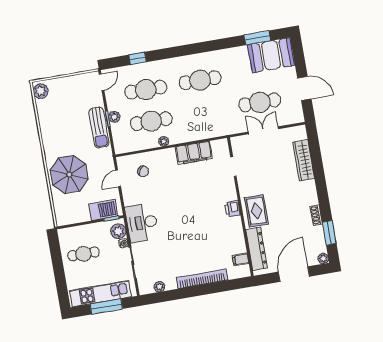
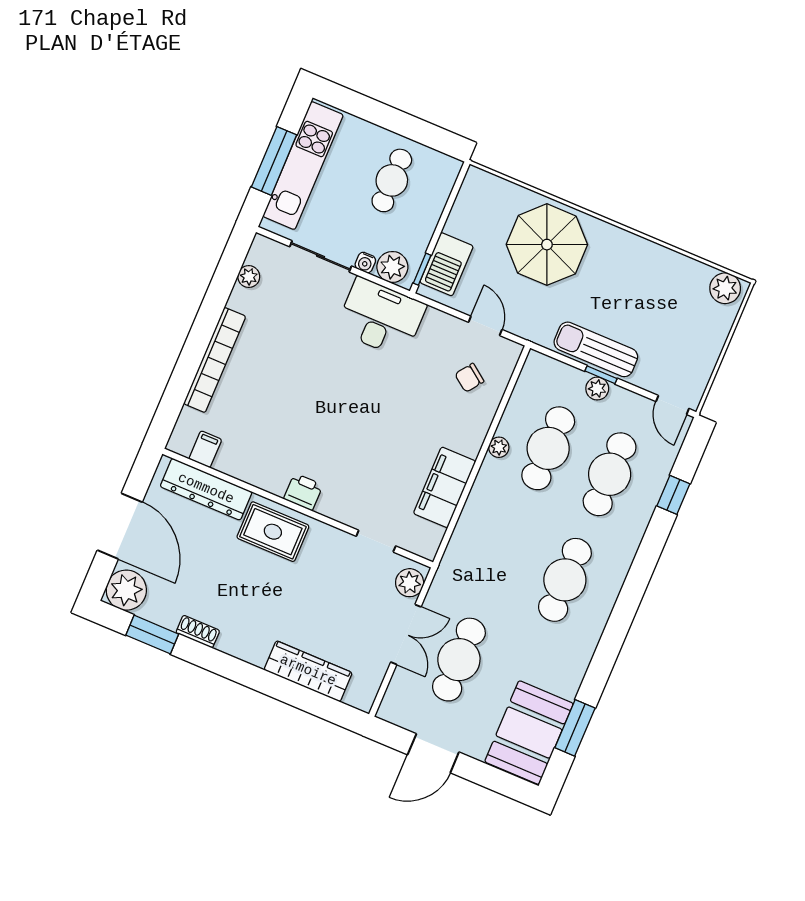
plant: (241, 142) -> (410, 583), added
plant: (323, 259) -> (126, 590), width x1.87, depth x1.87

